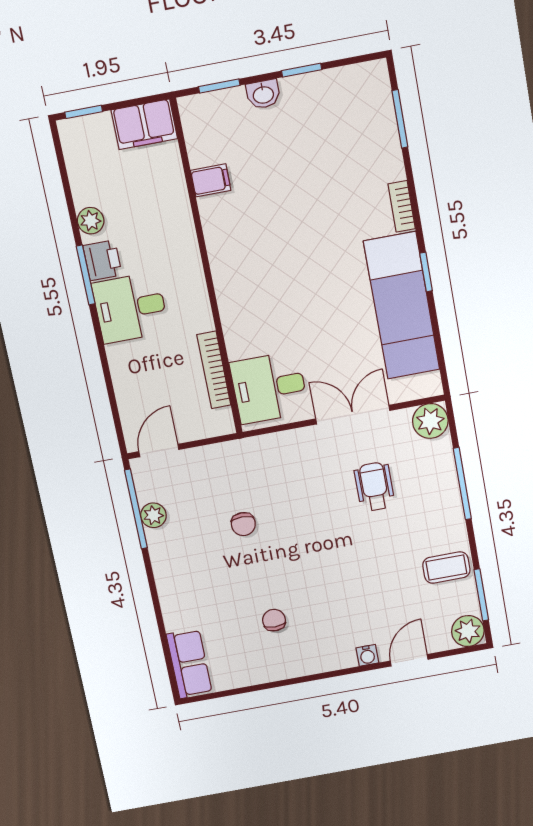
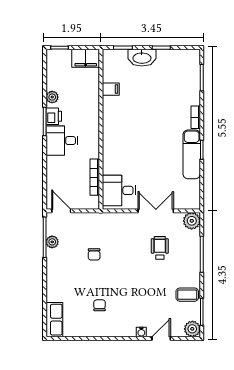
washbasin: (263, 94) -> (142, 58), width x1.91, depth x1.45
exam couch: (402, 306) -> (192, 154), width x0.73, depth x0.69
door: (159, 451) -> (61, 211), hinge flipped

